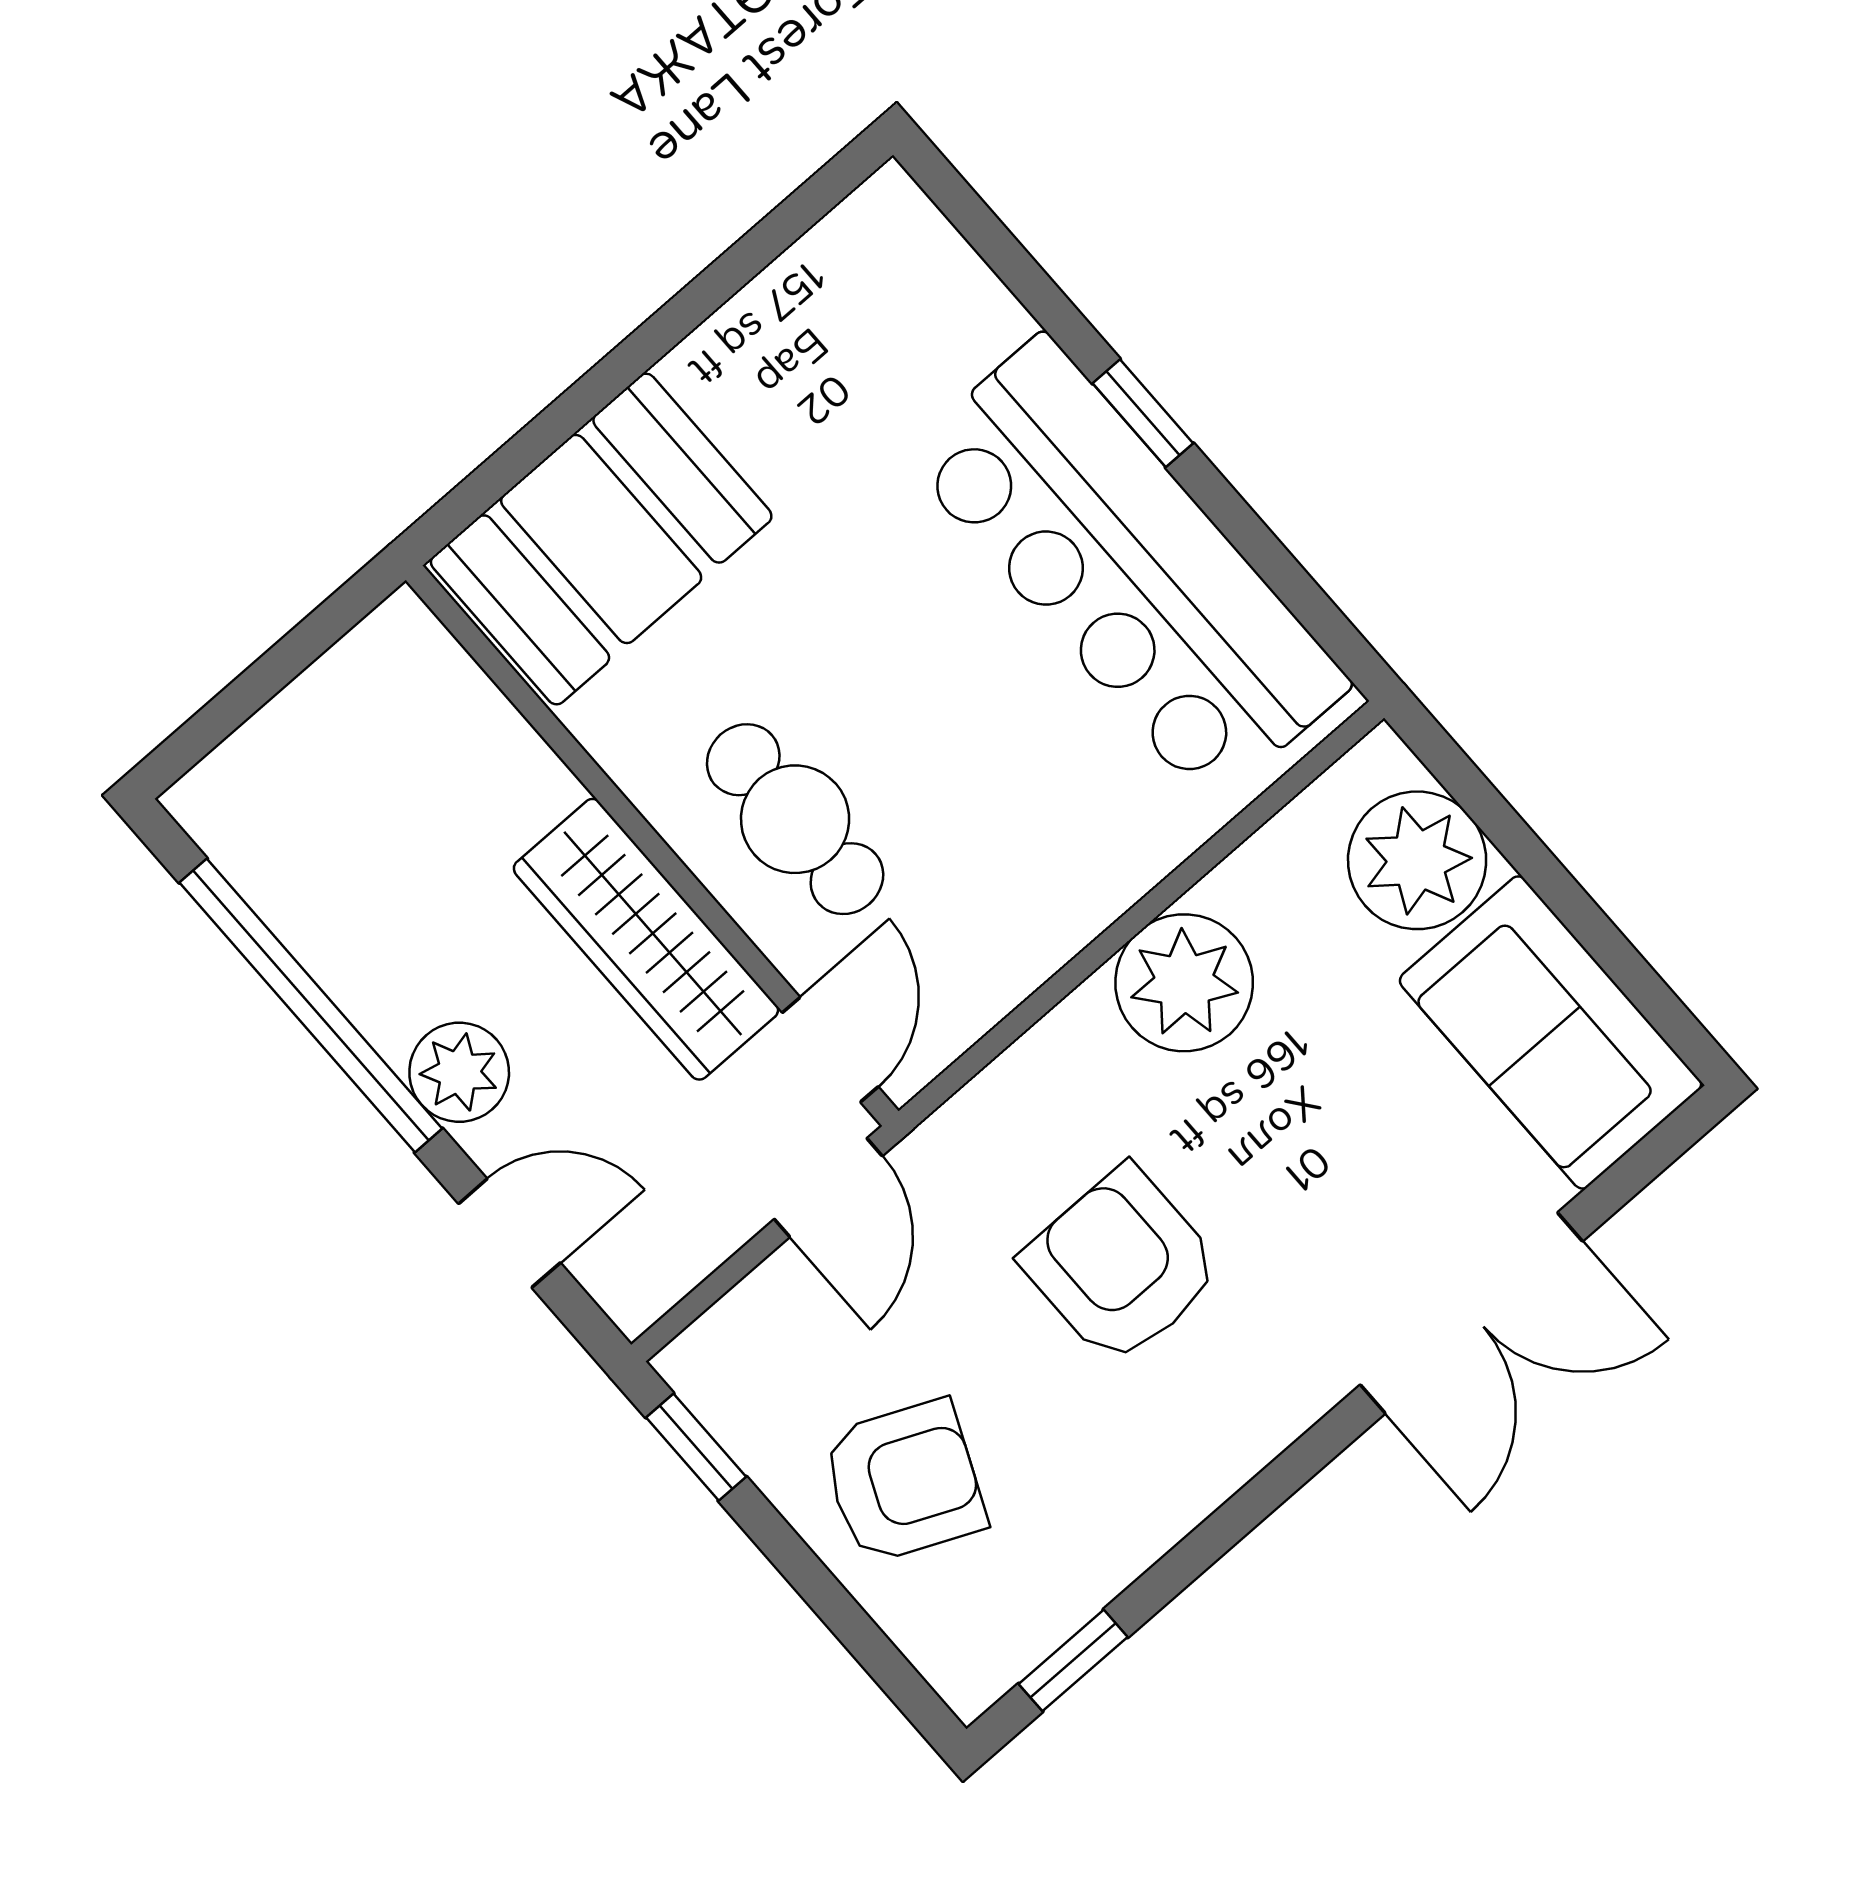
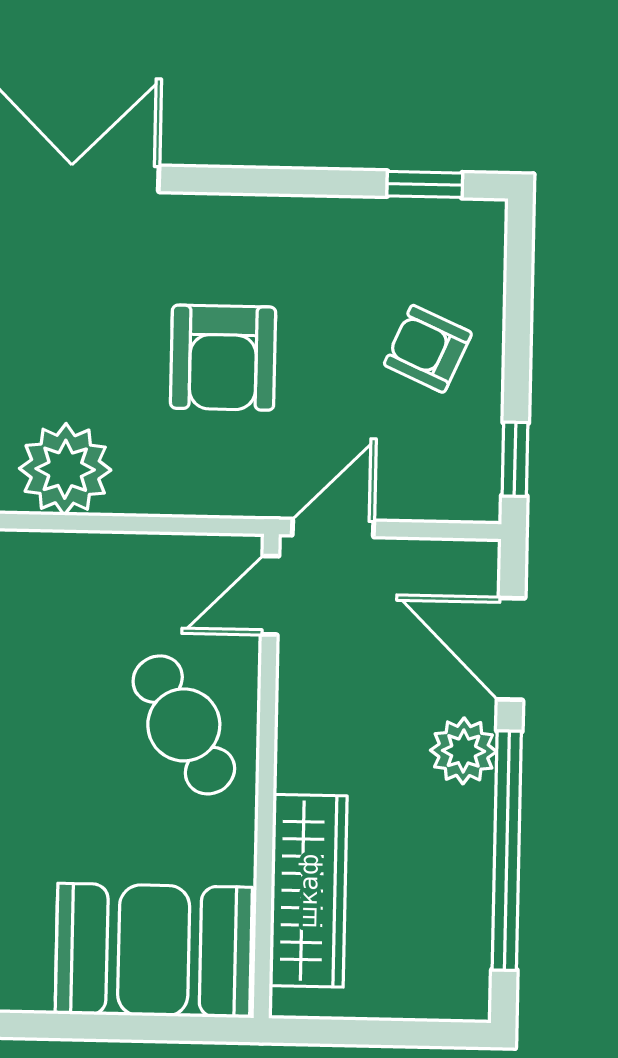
cafe table: (795, 819) -> (184, 725), turned -31
wardrobe: (646, 939) -> (308, 891), moved
door: (509, 1233) -> (511, 649), width x1.38
armchair: (904, 1482) -> (428, 349), width x0.72, depth x0.72

